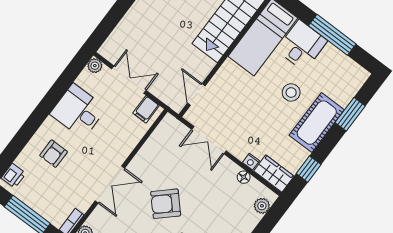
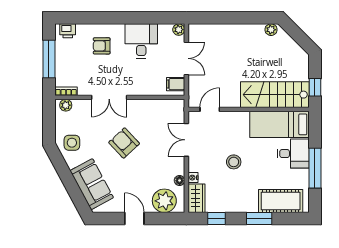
stool: (291, 92) -> (234, 162), moved
window: (350, 114) -> (259, 219), moved
cot: (317, 123) -> (281, 201), moved
plant: (262, 206) -> (164, 201), width x1.87, depth x1.87

